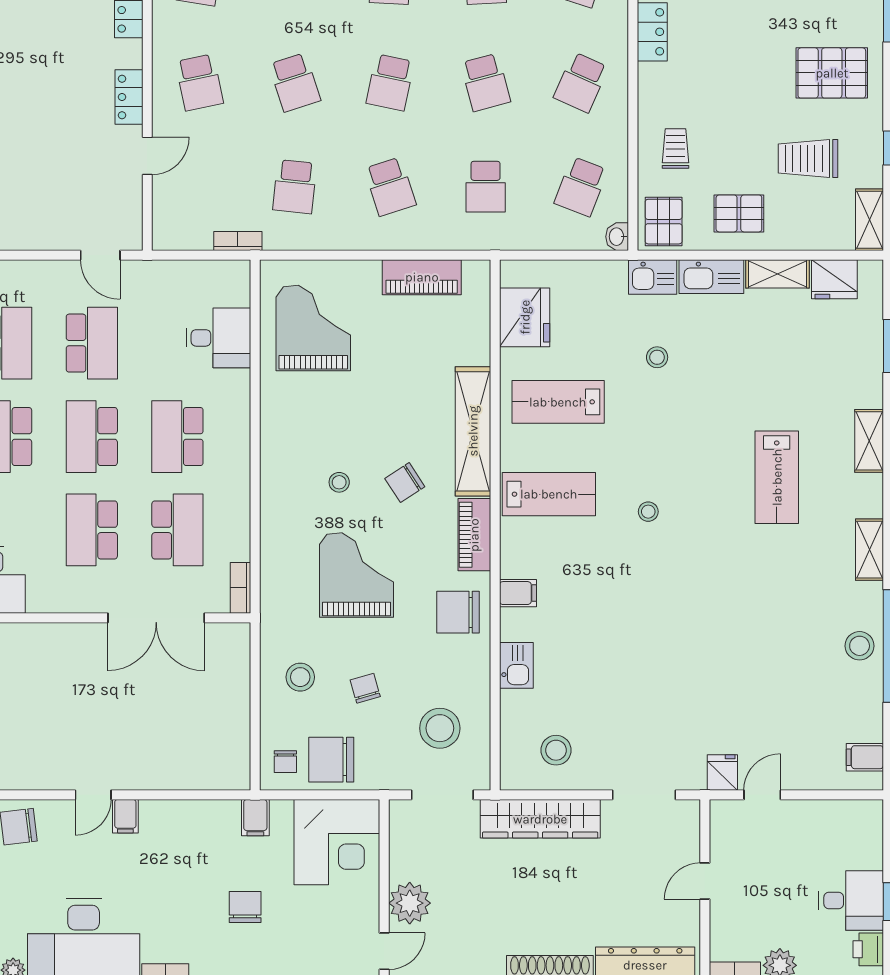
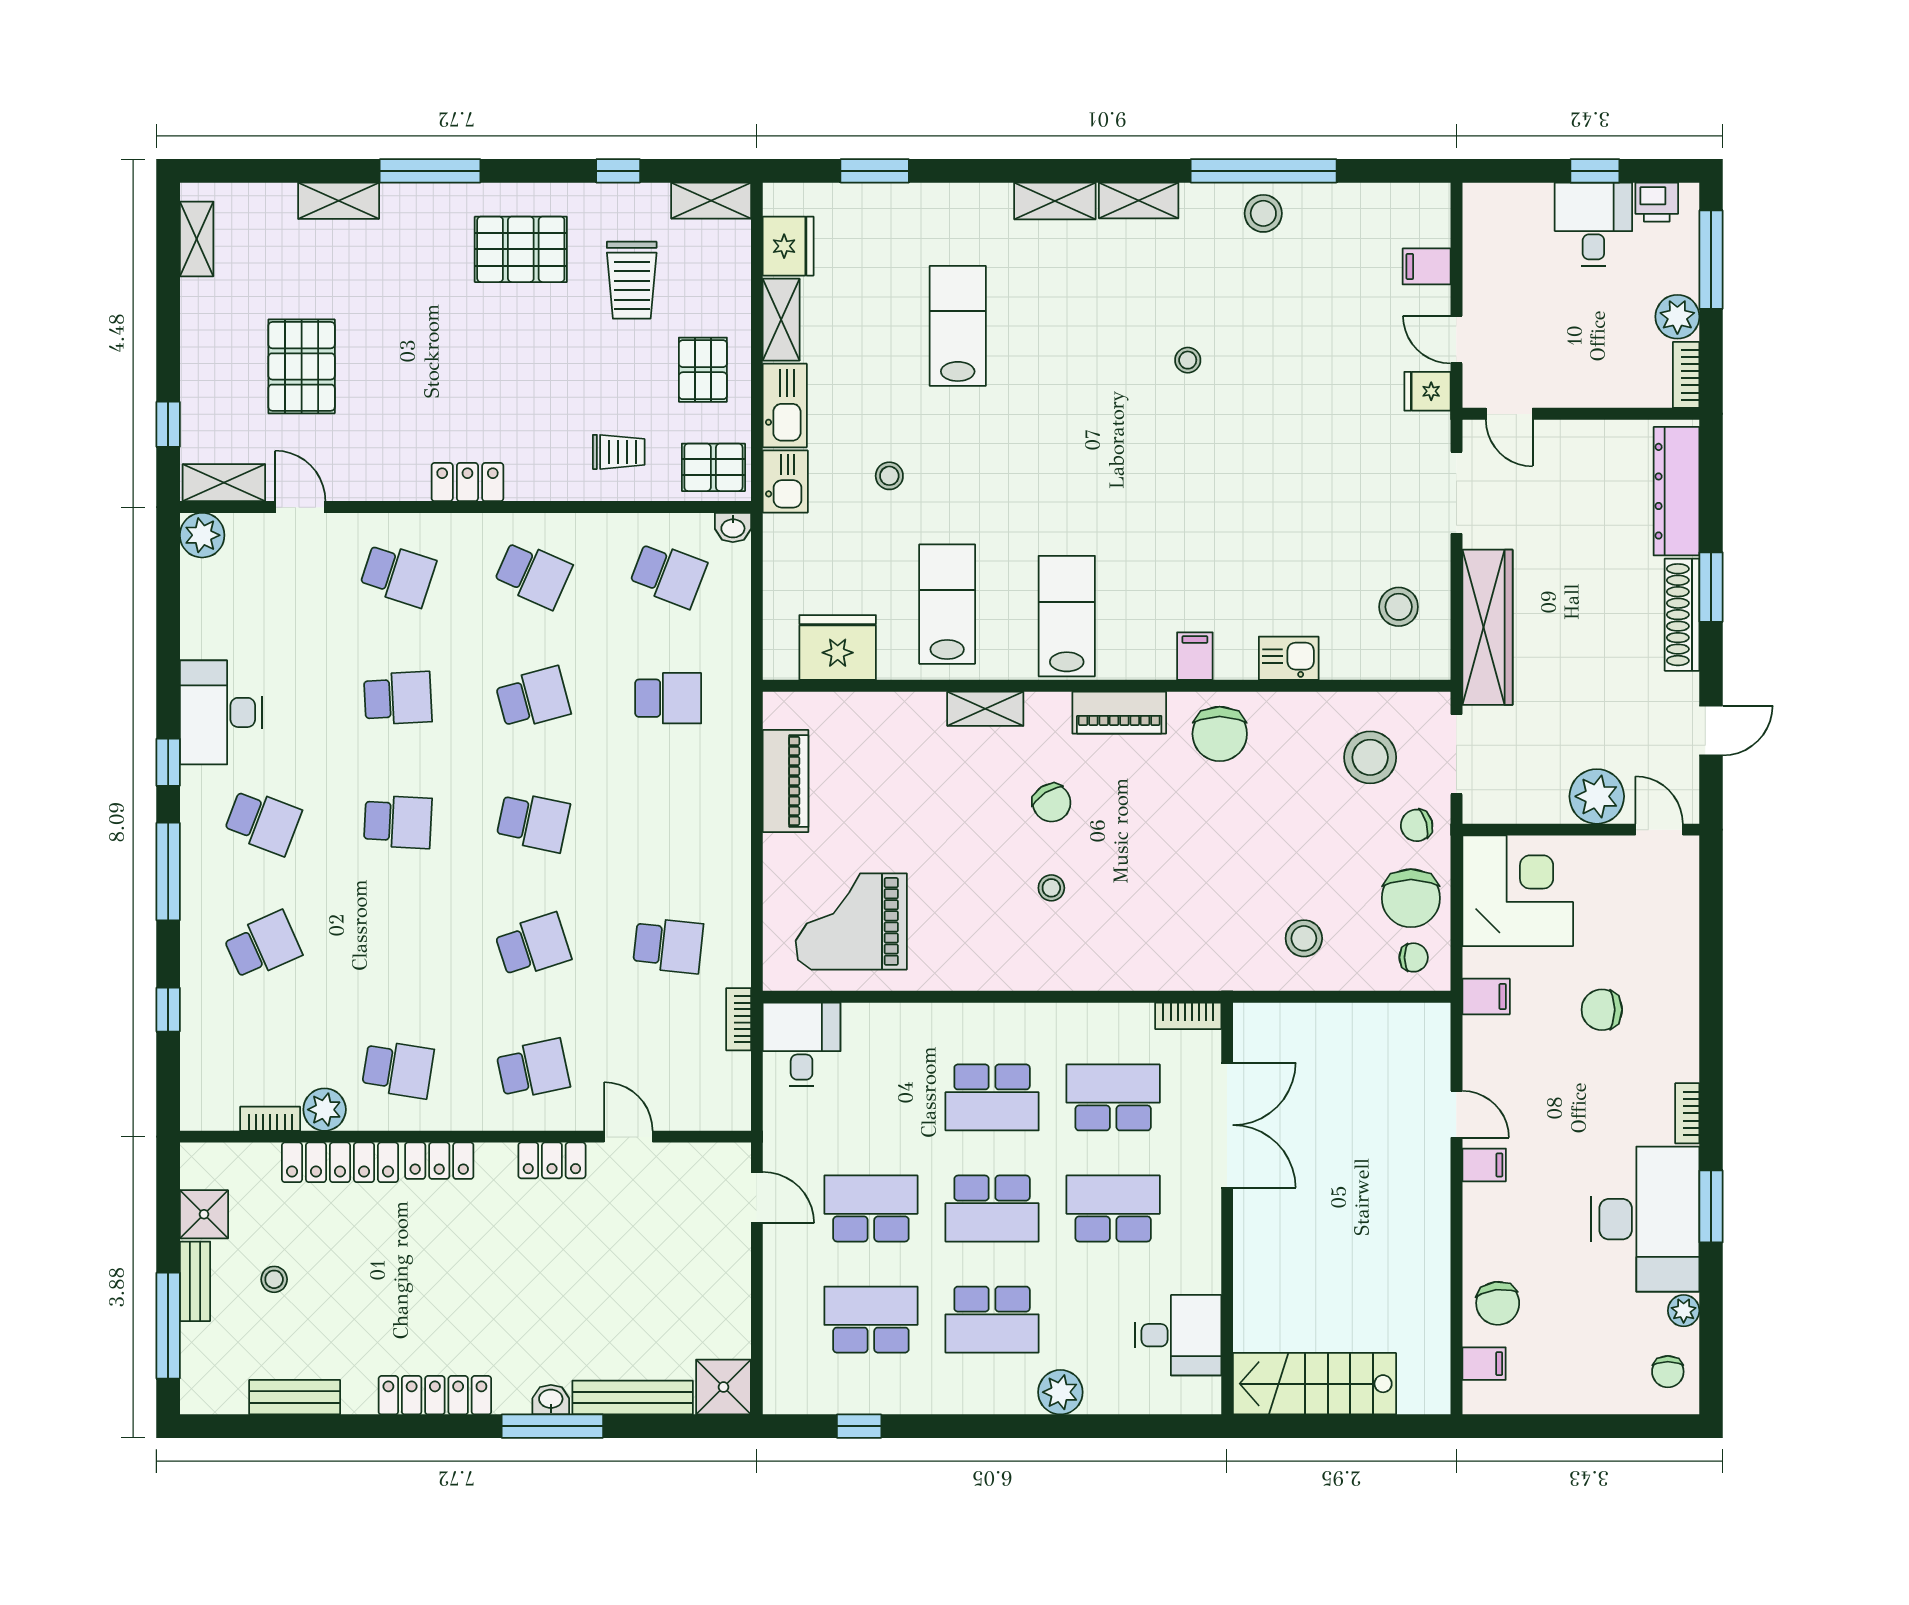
pallet: (832, 73) -> (521, 249), turned 90
trolley: (675, 149) -> (619, 452), turned 180
school desk: (390, 187) -> (668, 822), removed
door: (100, 255) -> (757, 1198), hinge flipped
desk: (218, 338) -> (802, 1044), moved
lab bench: (558, 402) -> (947, 604), turned 180
shelving: (473, 431) -> (985, 709), width x0.45, depth x0.75
shelving: (869, 441) -> (1055, 201), moved
lab bench: (777, 477) -> (958, 326), moved, turned -90
stool: (648, 512) -> (1188, 360), moved
school desk: (92, 530) -> (1113, 1209), turned 180
grand piano: (356, 575) -> (1172, 865), removed
chair: (365, 688) -> (1417, 825), moved
filing cabinet: (865, 757) -> (1427, 266), moved, turned 90
door: (93, 795) -> (1456, 1114), moved
door: (705, 881) -> (1509, 414), moved

